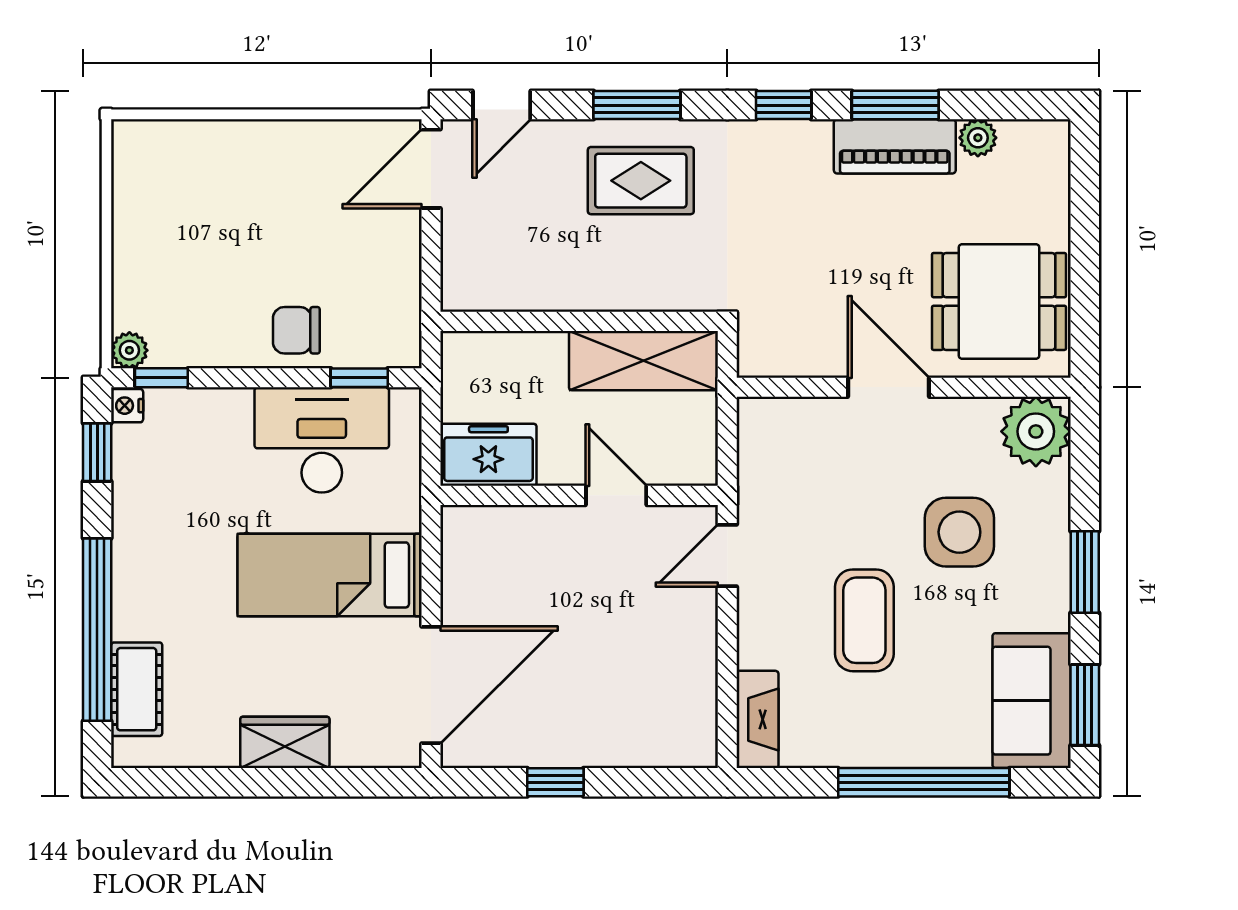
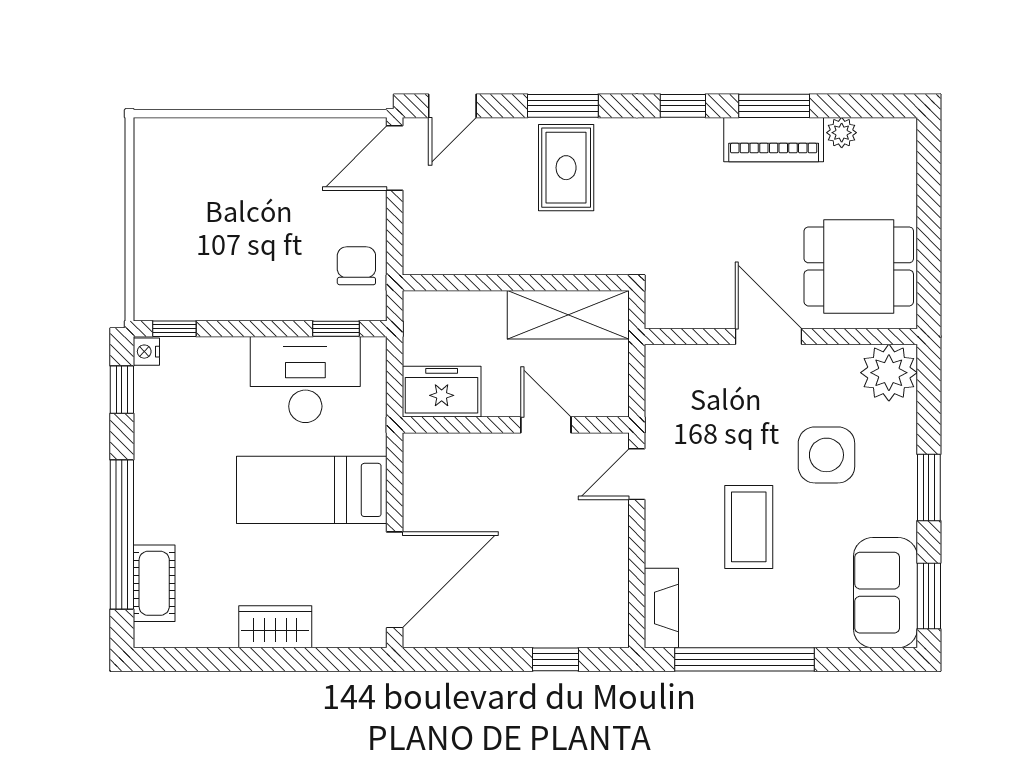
rug: (641, 181) -> (566, 168), turned 90
chair: (296, 330) -> (356, 266), moved, turned 90
plant: (129, 350) -> (148, 306), removed
window: (555, 782) -> (556, 659), moved
window: (924, 782) -> (745, 659), moved

